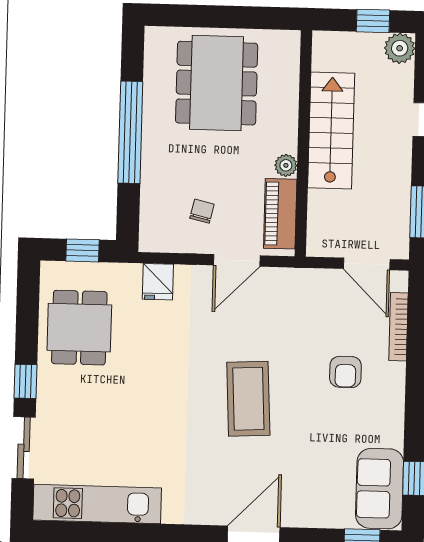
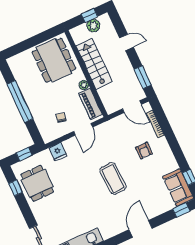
plant: (400, 48) -> (93, 26), moved
dining table: (217, 83) -> (54, 60), moved
window: (26, 381) -> (15, 188), moved

